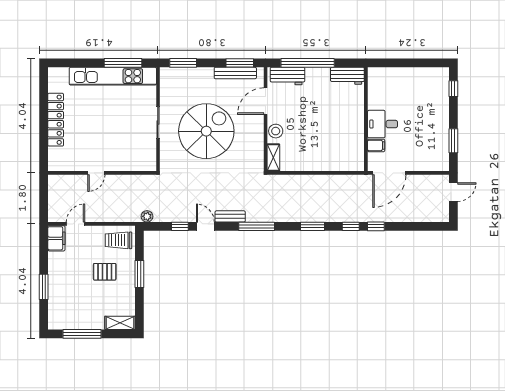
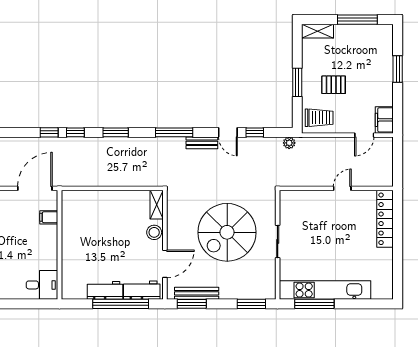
workbench: (347, 76) -> (105, 290), moved
locker: (56, 120) -> (385, 219), moved
desk: (383, 124) -> (42, 285), moved

